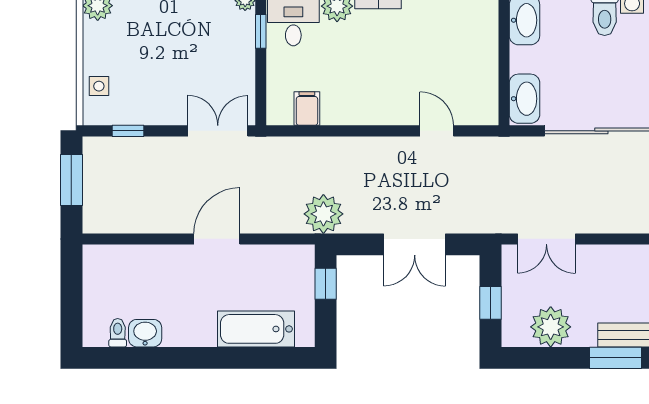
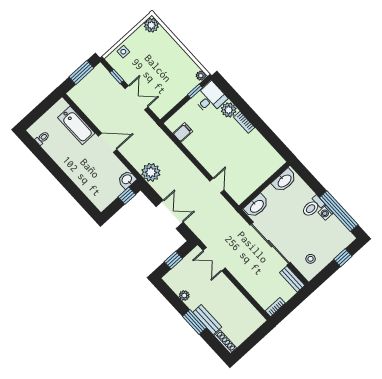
double door: (218, 131) -> (136, 98), moved
double door: (415, 244) -> (170, 214), swing flipped
plant: (551, 327) -> (184, 296), width x0.53, depth x0.53
bathtub: (256, 329) -> (76, 125), moved, turned 180
washbasin: (145, 333) -> (127, 180), moved, turned -90

